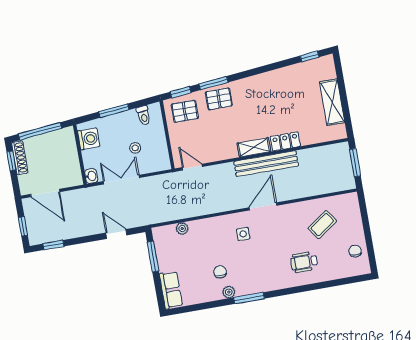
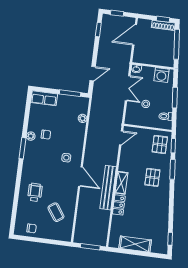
pallet: (219, 99) -> (152, 177), moved

